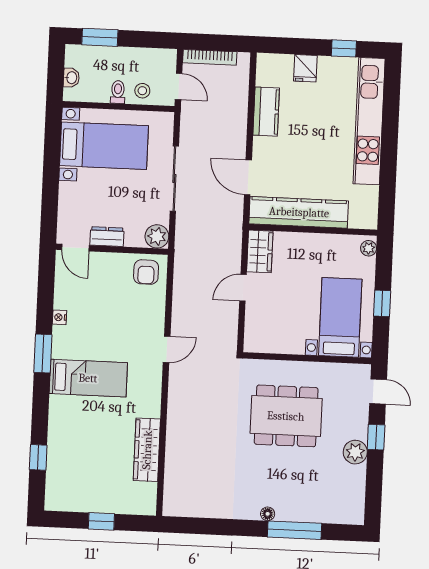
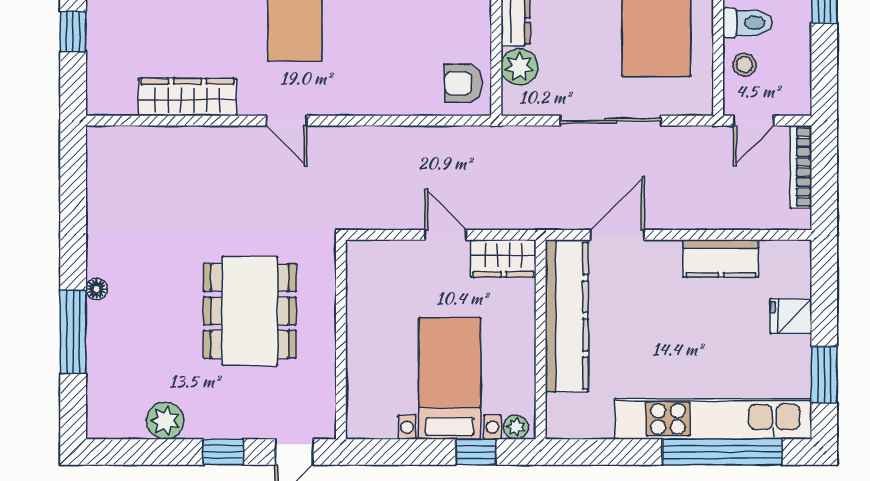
window: (344, 48) -> (824, 375), width x1.50
toilet: (118, 92) -> (748, 23), width x1.37, depth x1.39
window: (391, 116) -> (722, 452), added
plant: (157, 236) -> (519, 67), moved
window: (382, 303) -> (476, 452), moved
bed with nightstands: (340, 317) -> (450, 378), moved, turned -90
door: (167, 349) -> (286, 121), moved
plant: (355, 452) -> (165, 421), moved

